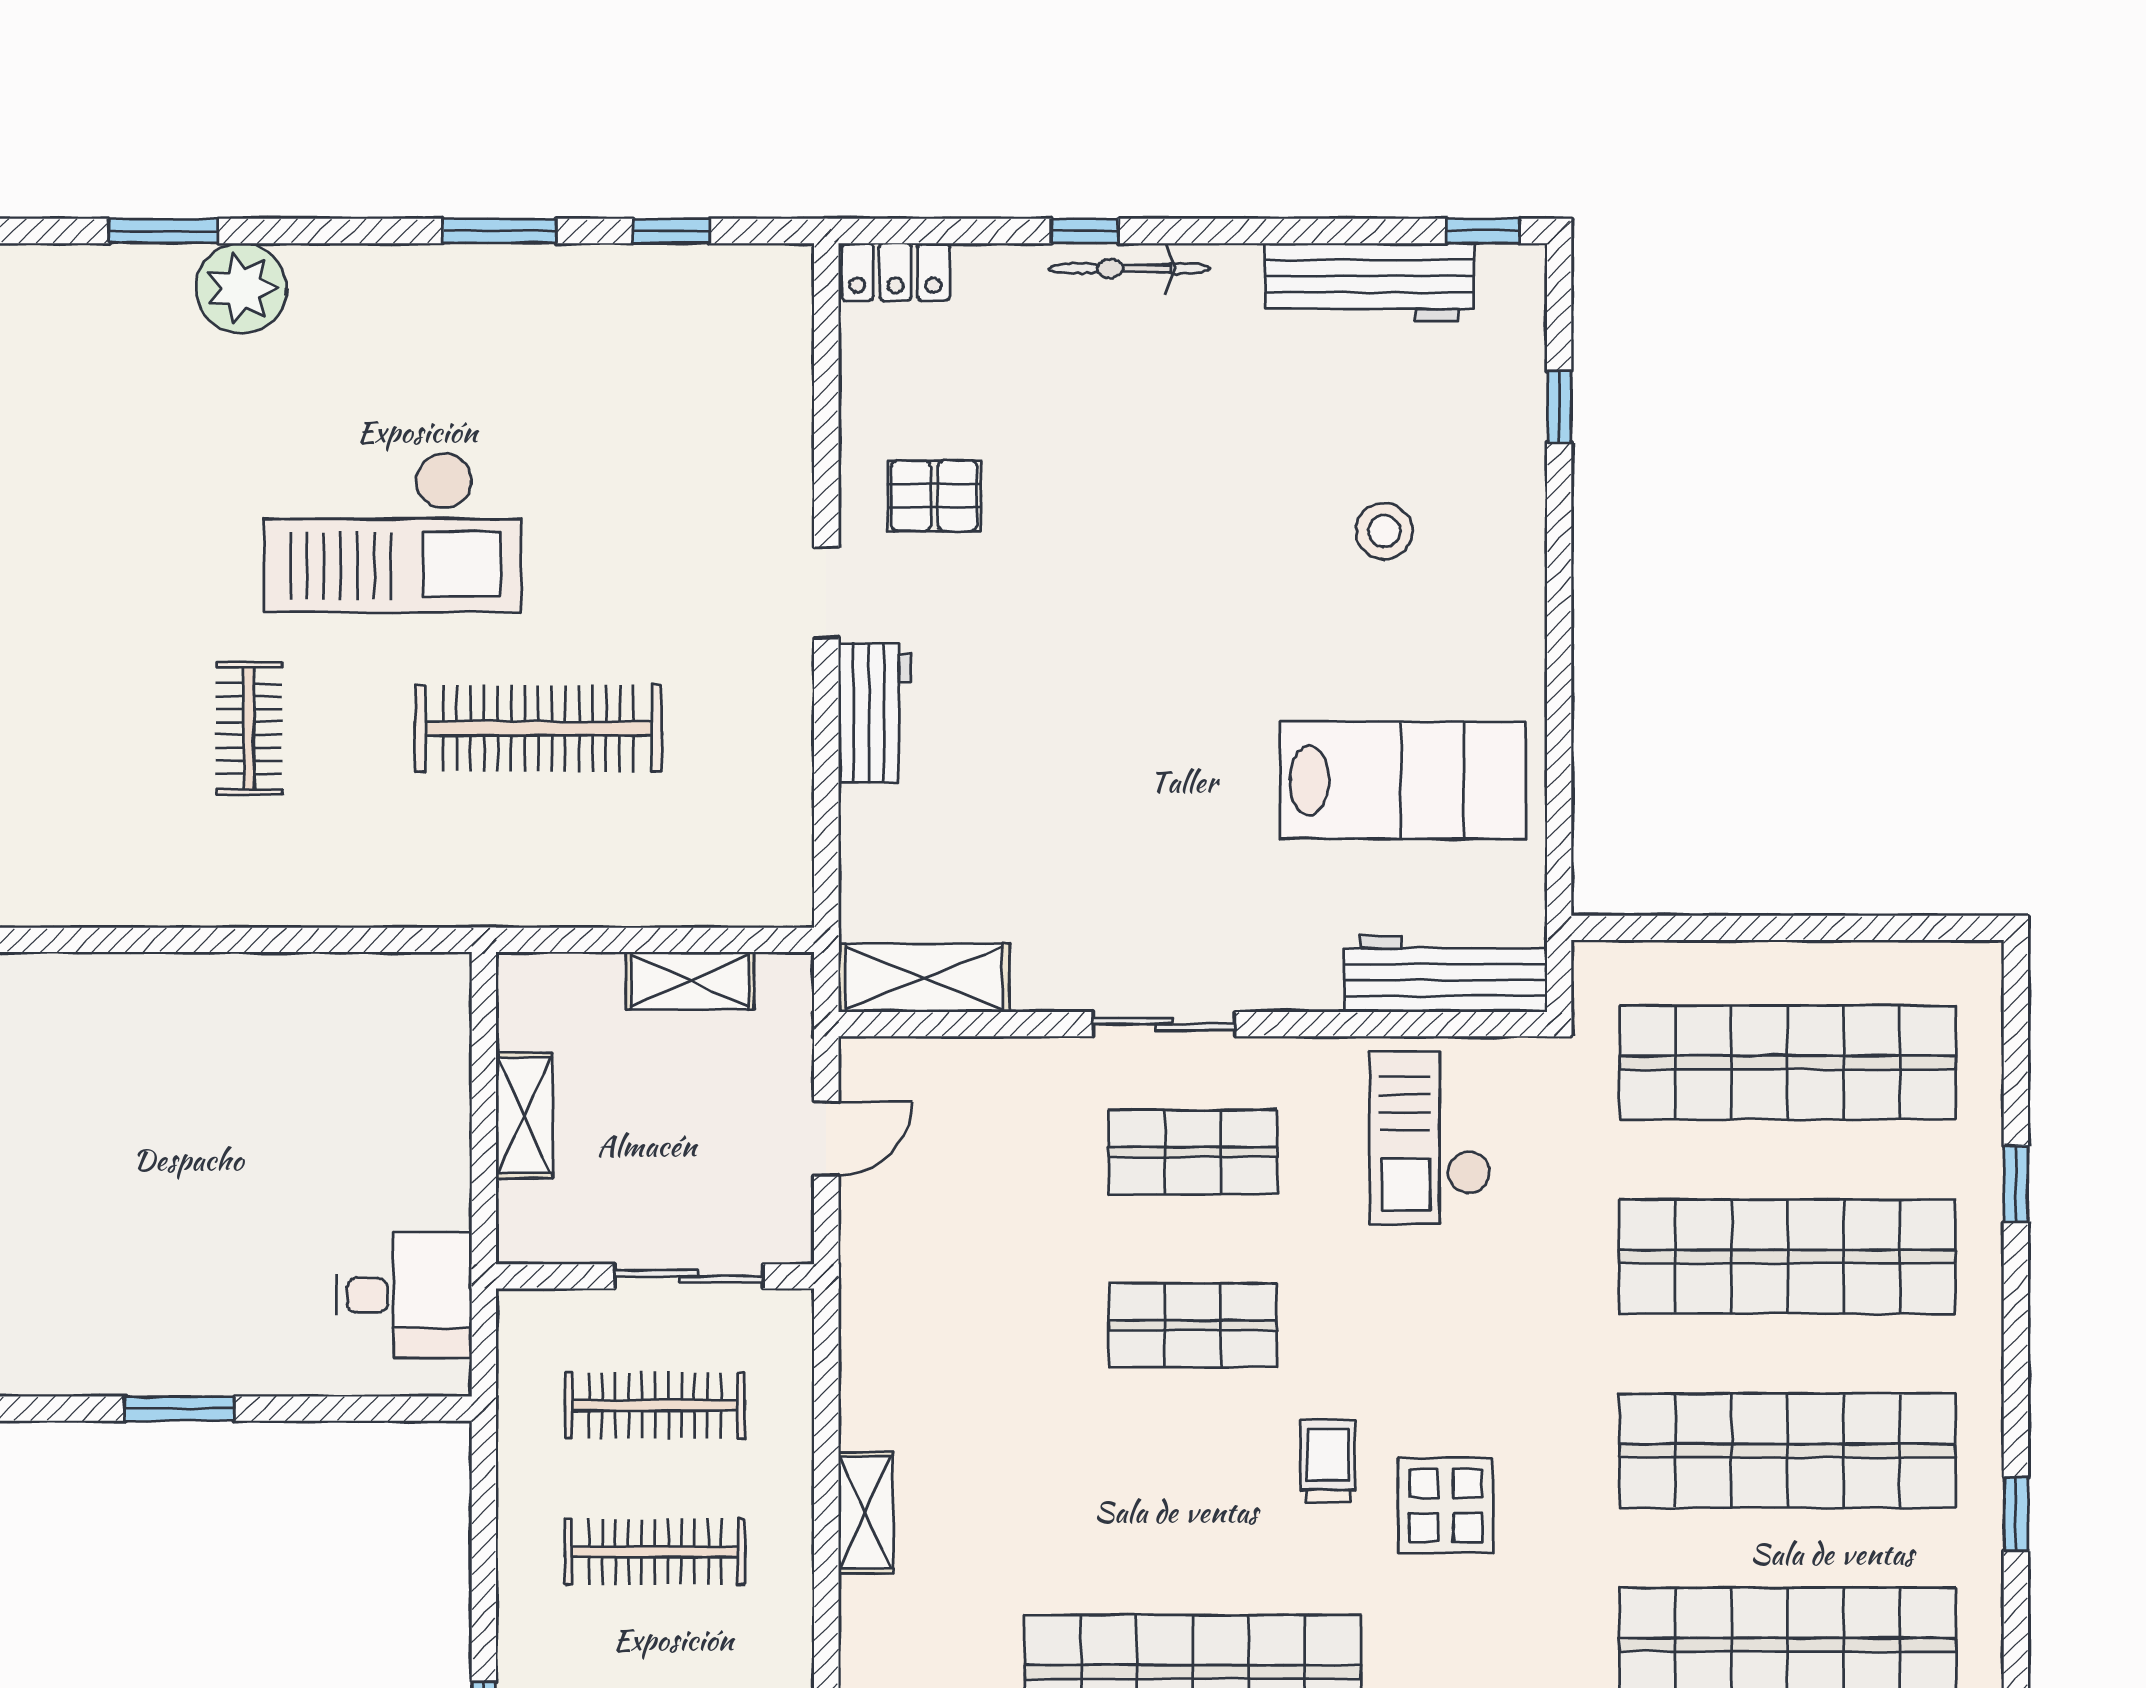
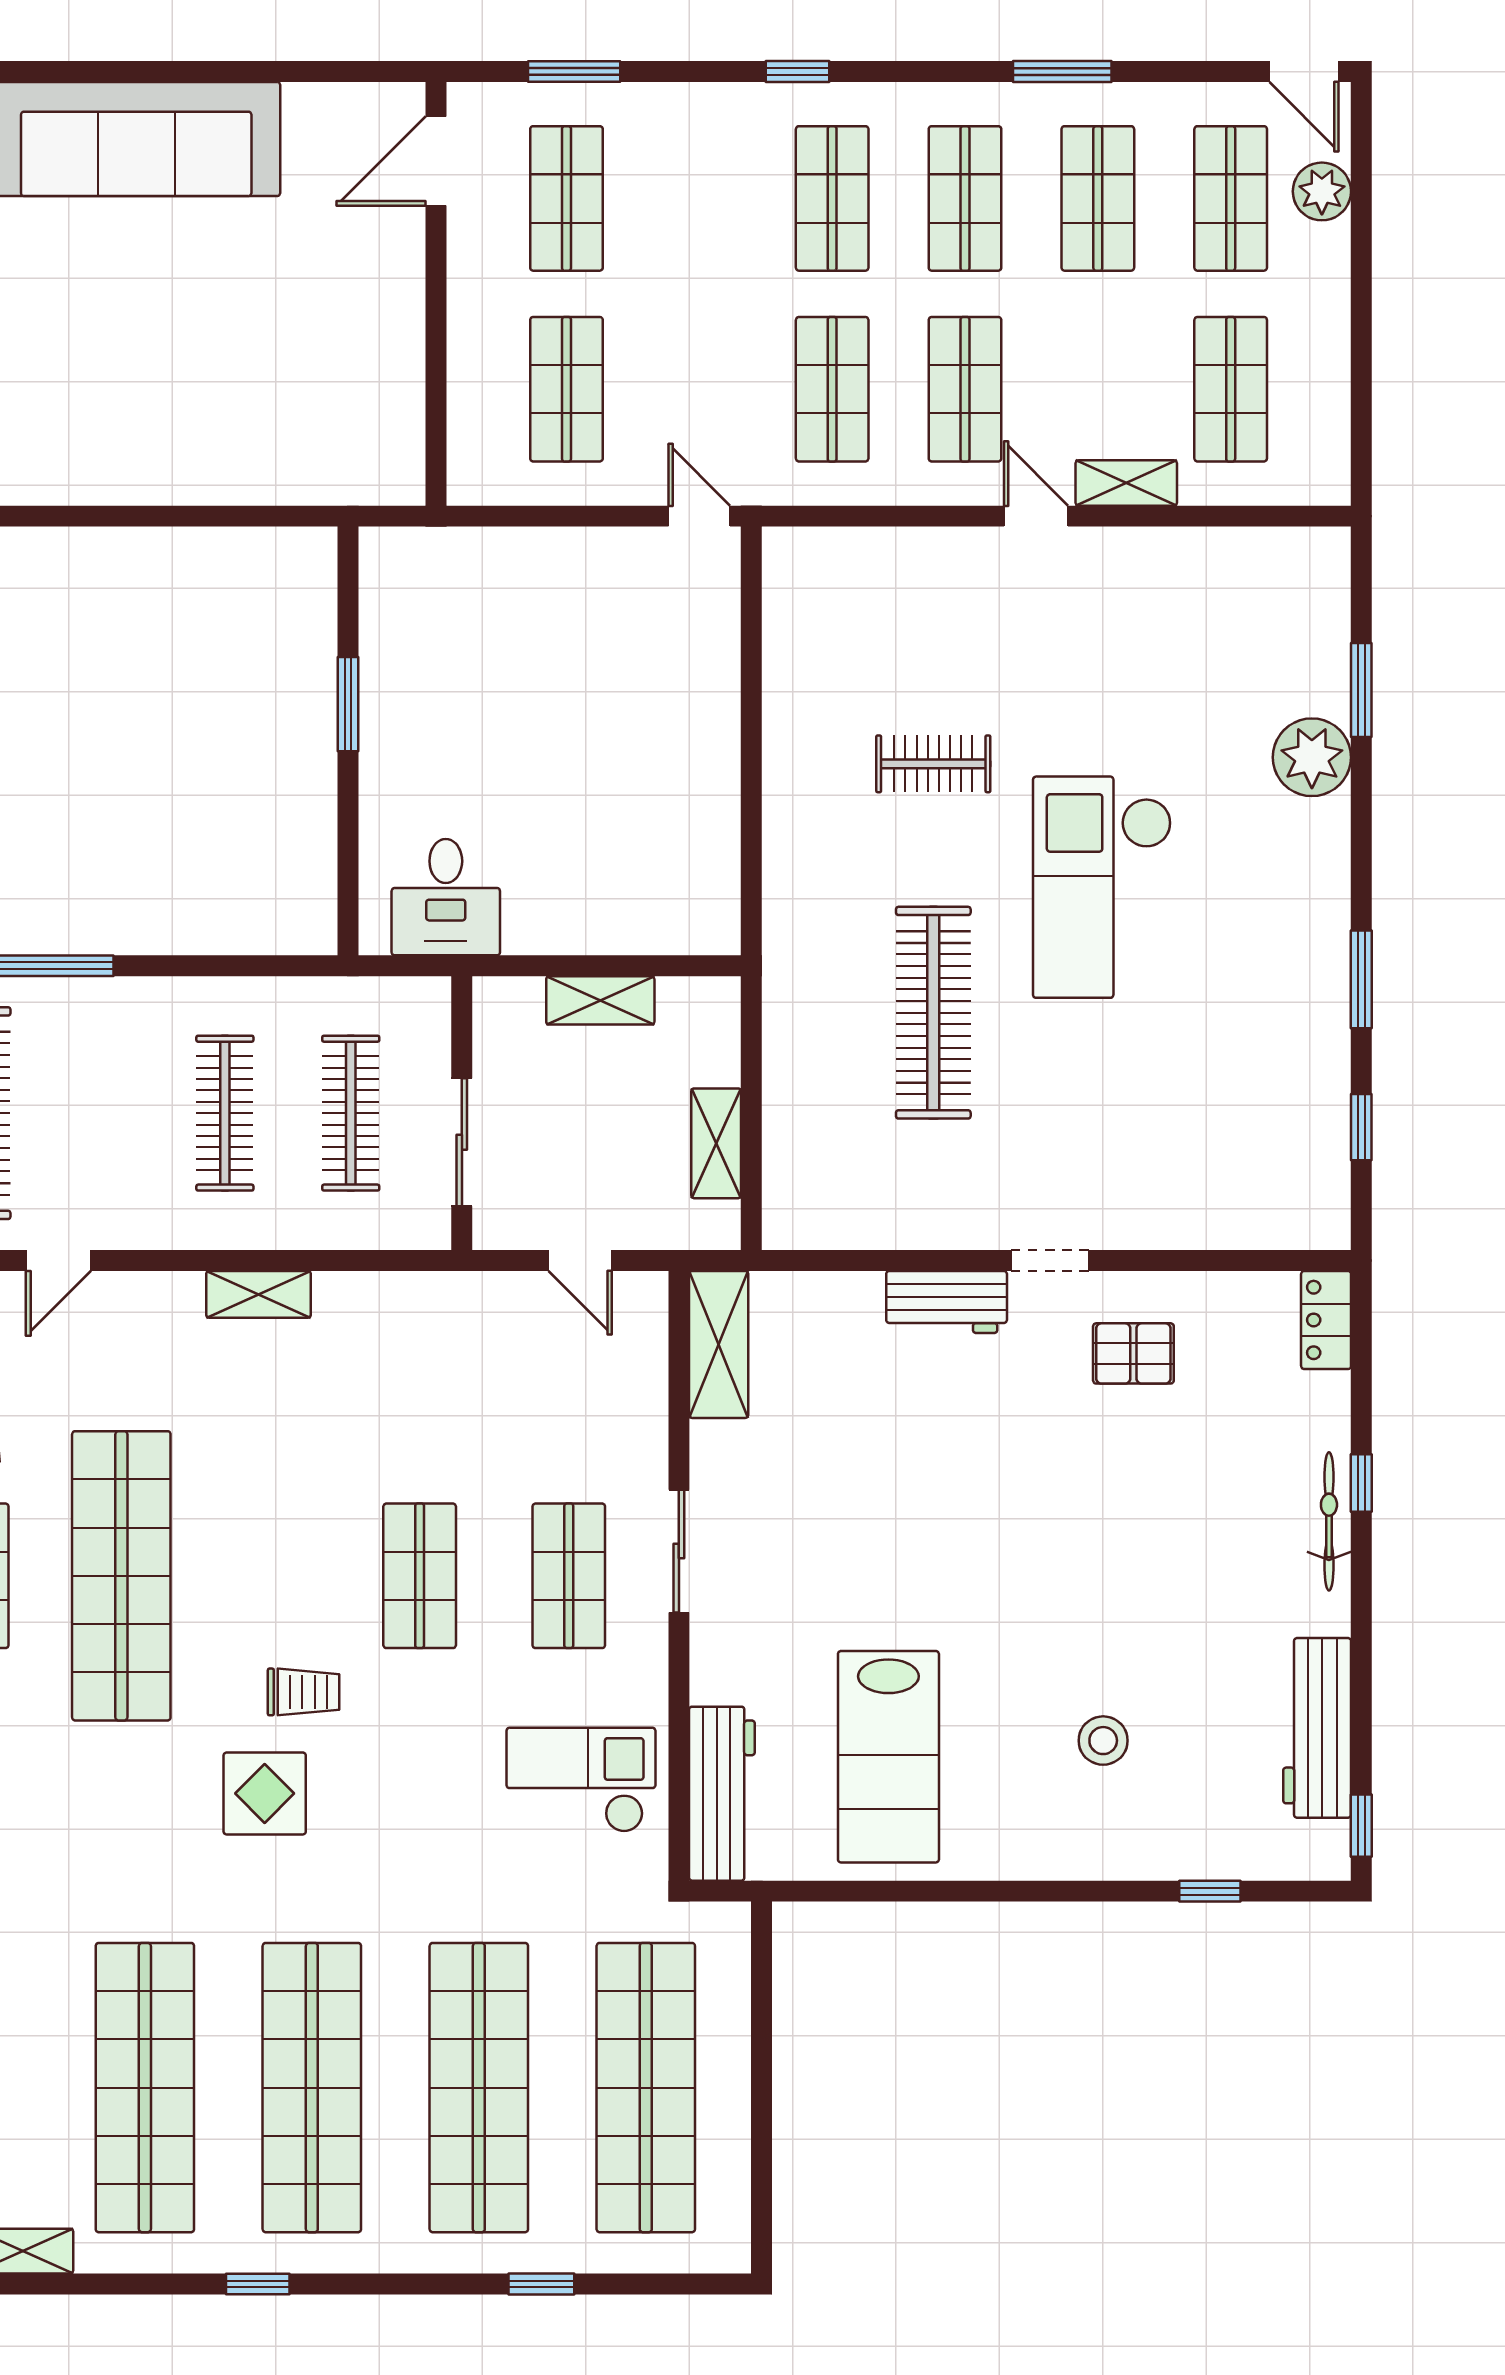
pallet: (934, 496) -> (1133, 1353), turned 90

